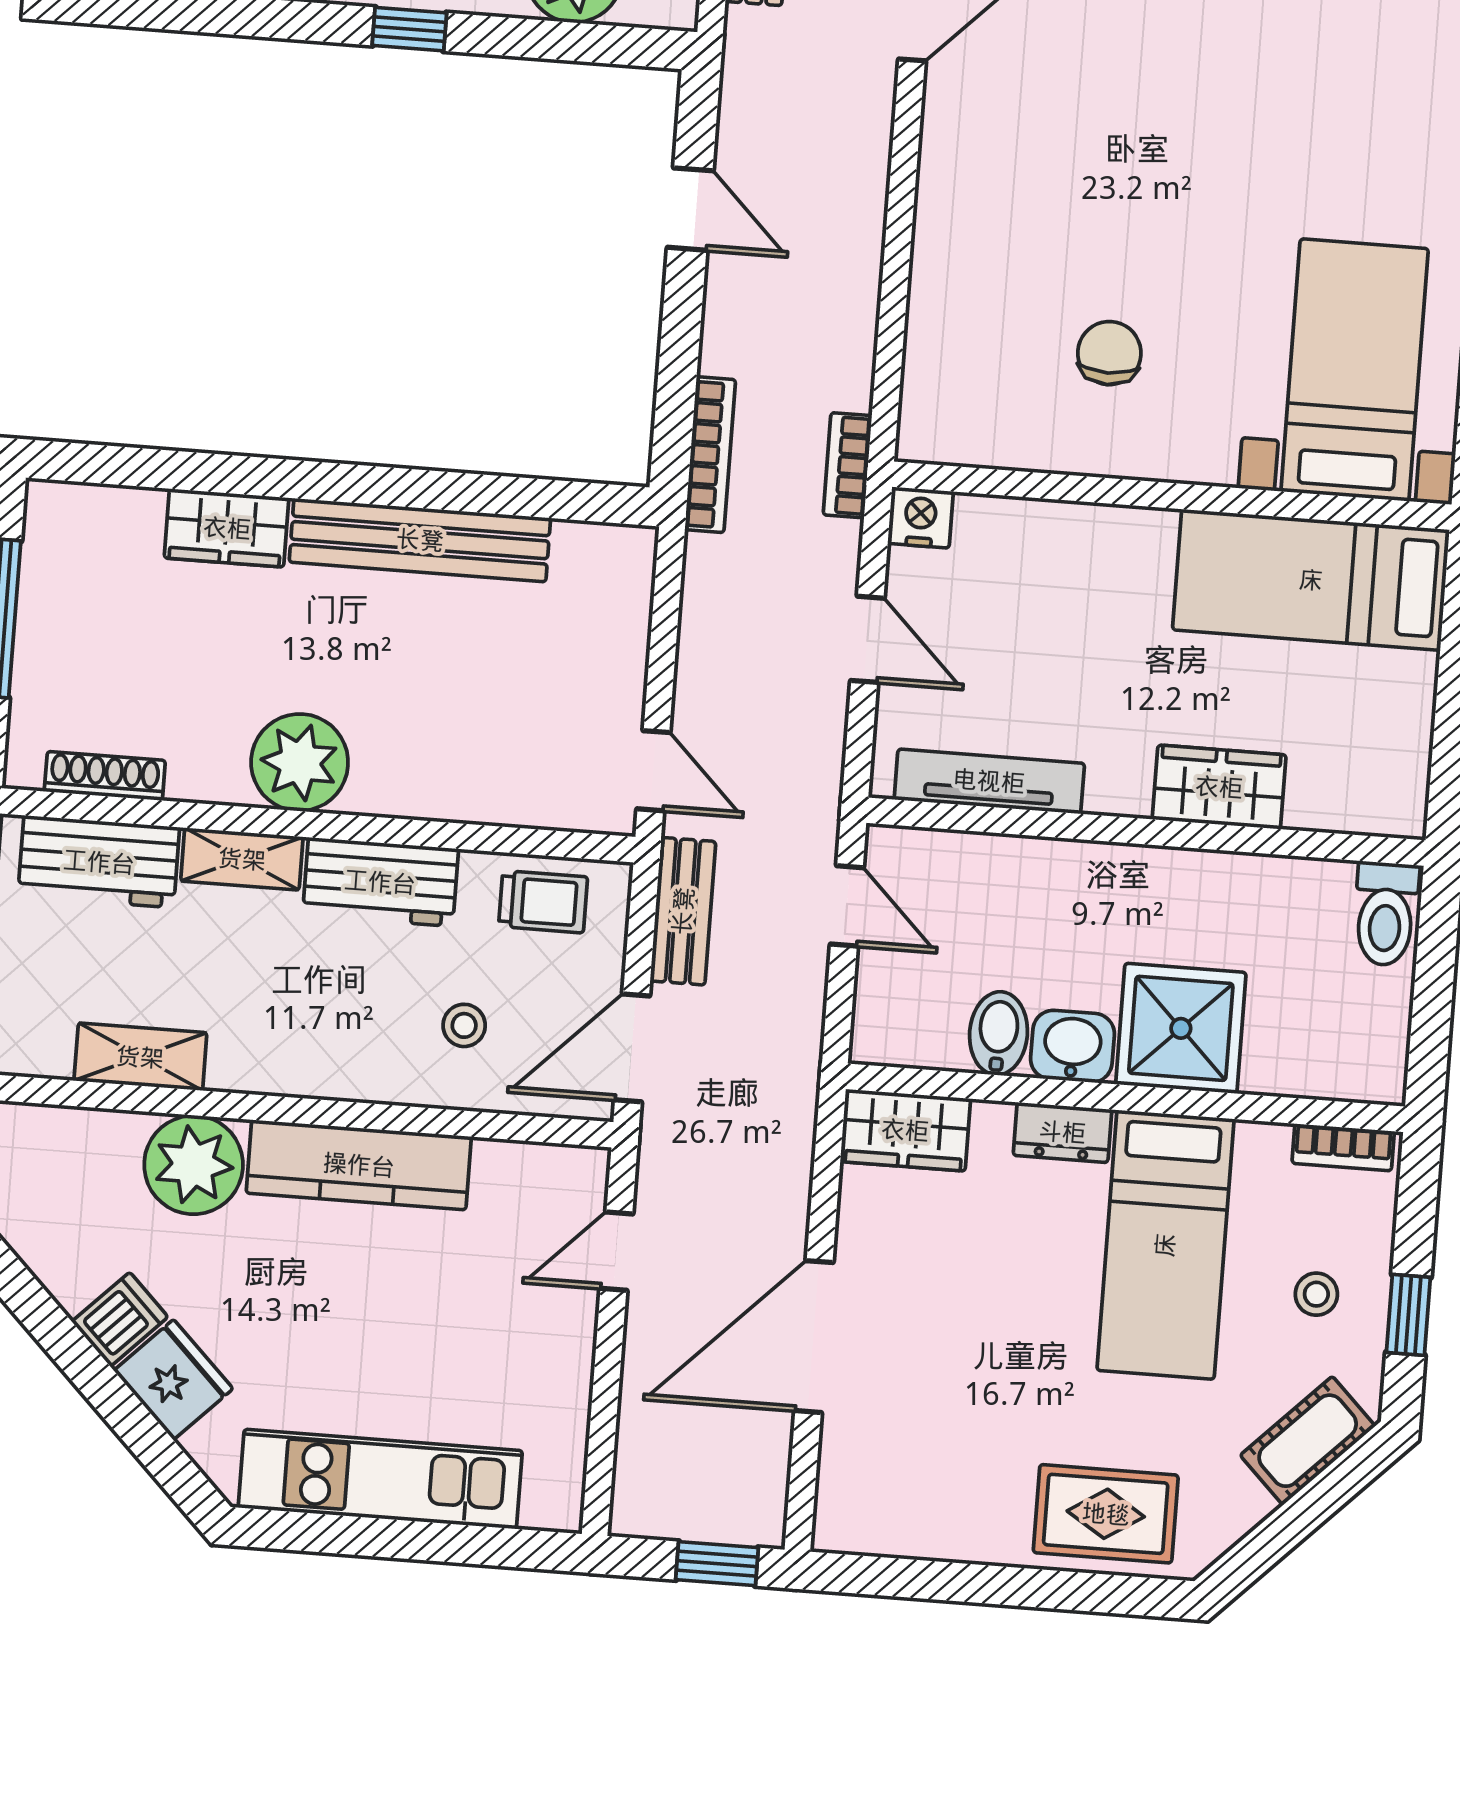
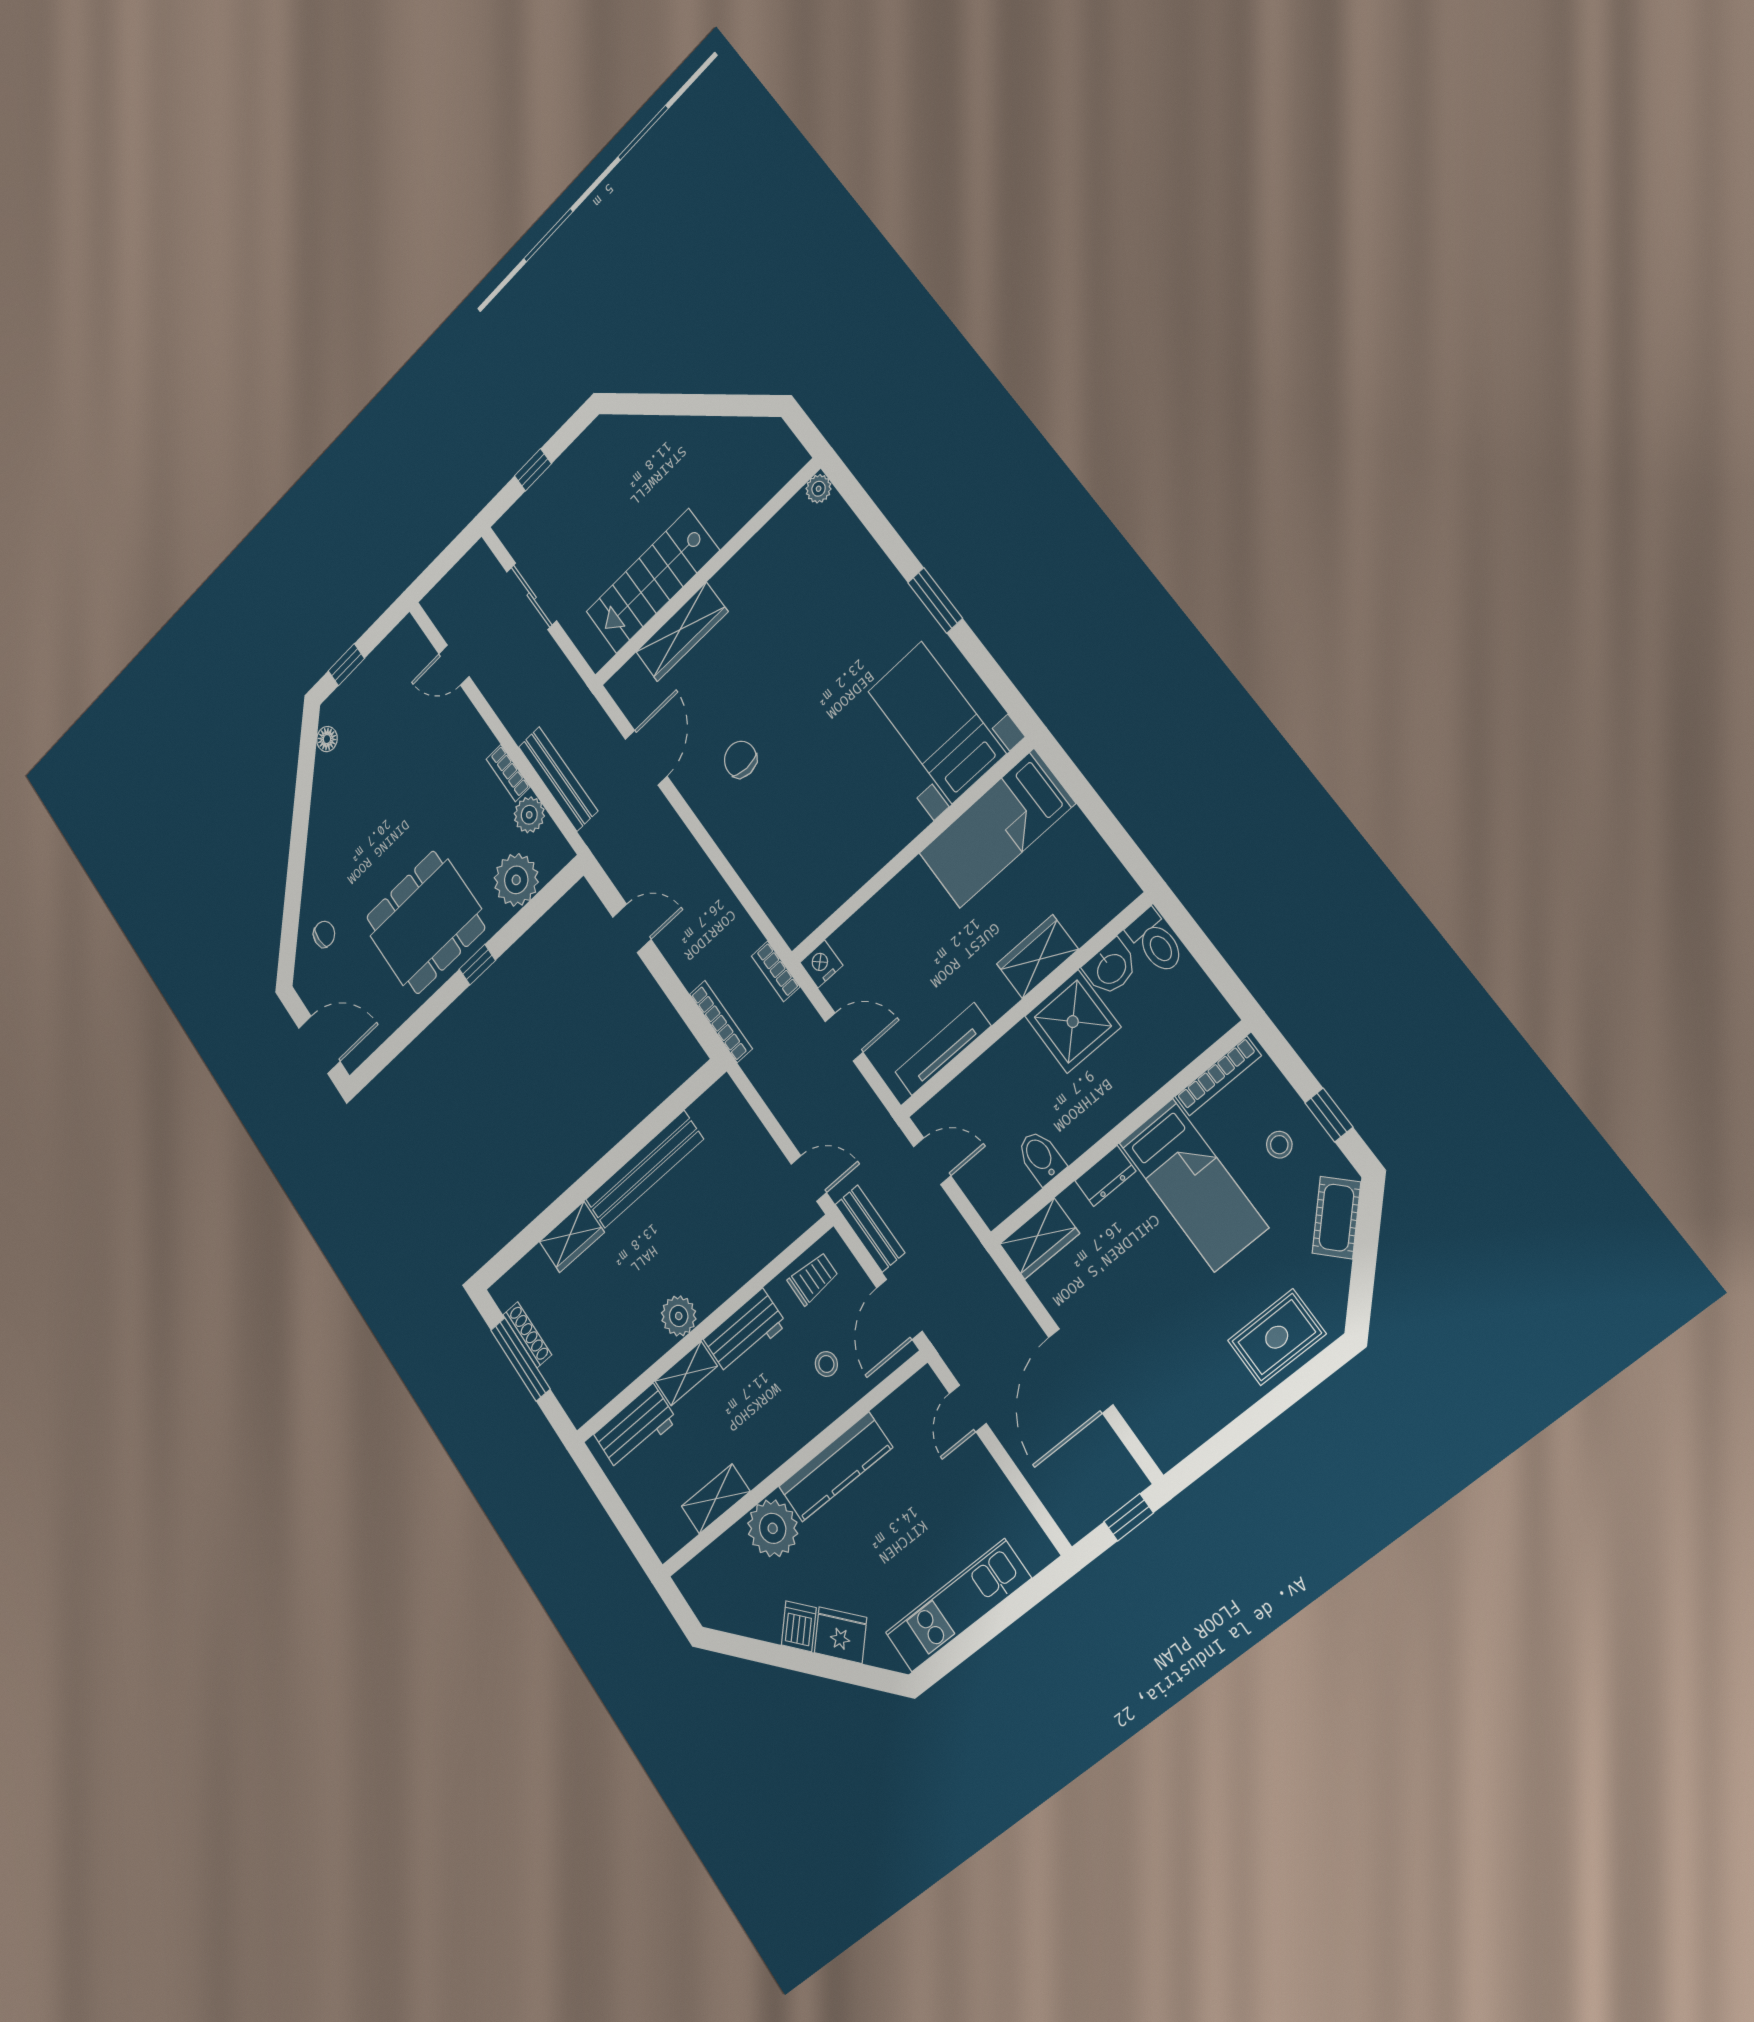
chair: (1109, 353) -> (740, 759), moved
plant: (300, 762) -> (679, 1316), width x0.73, depth x0.73
shoe rack: (105, 776) -> (527, 1335), moved, turned 90
shower: (1181, 1028) -> (1073, 1022), moved
washbasin: (1073, 1046) -> (1111, 968), moved, turned 180
bookcase: (1343, 1147) -> (1218, 1076), width x1.56

